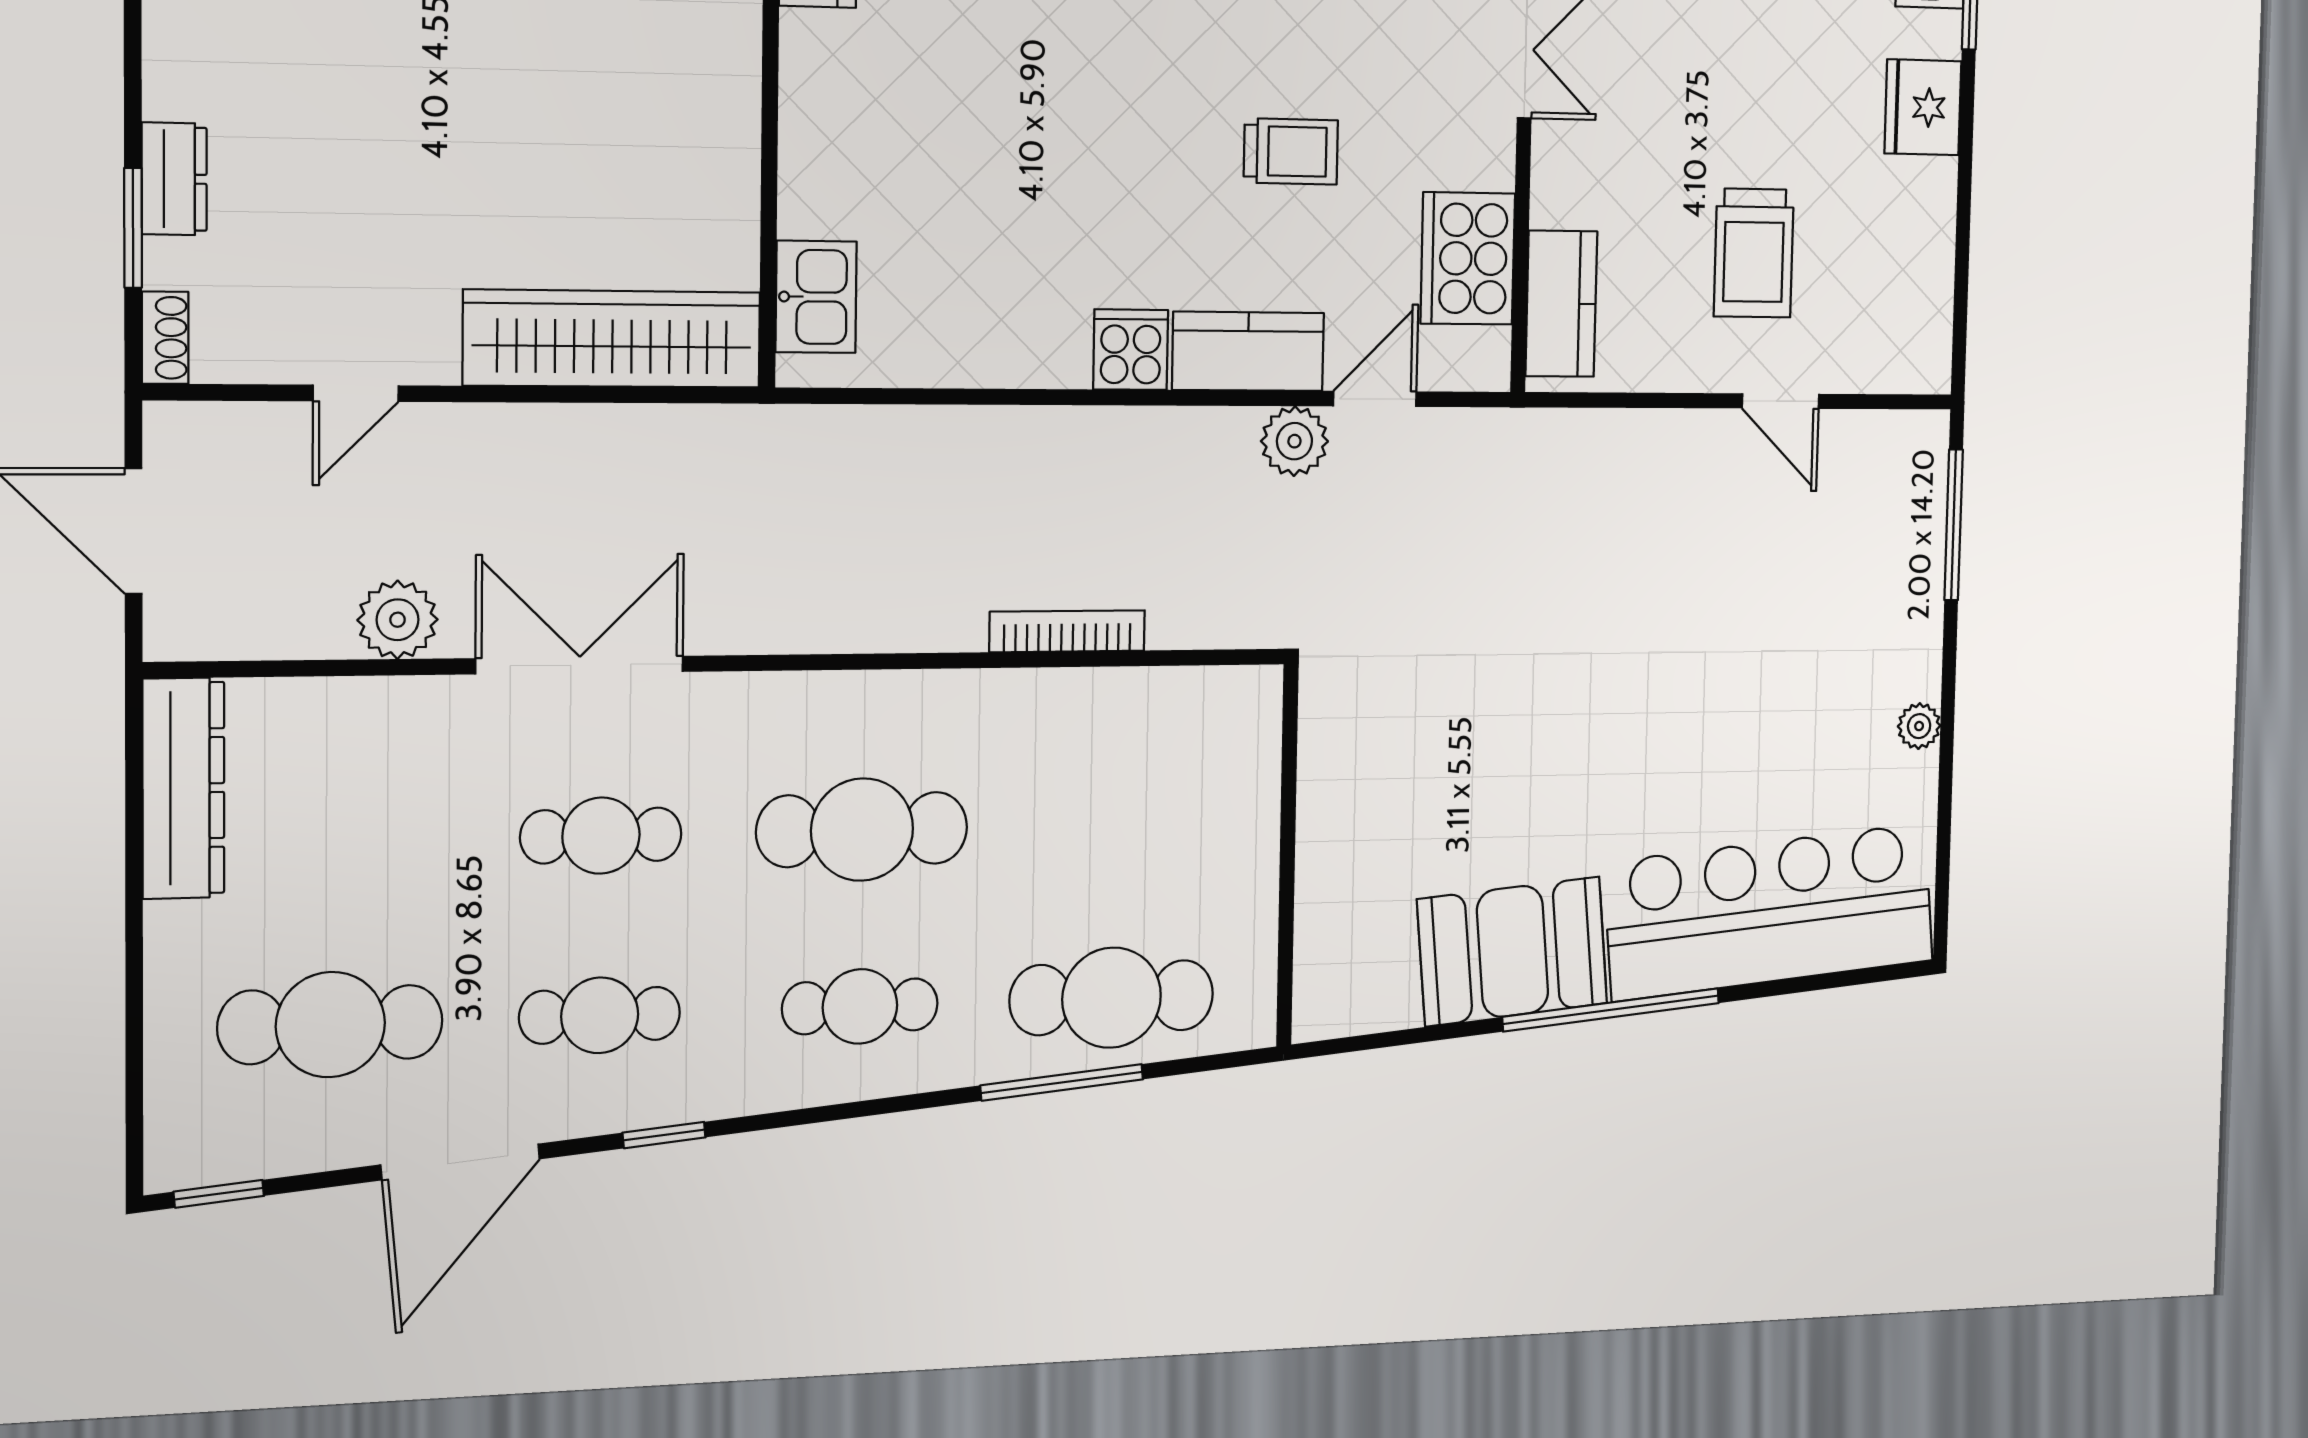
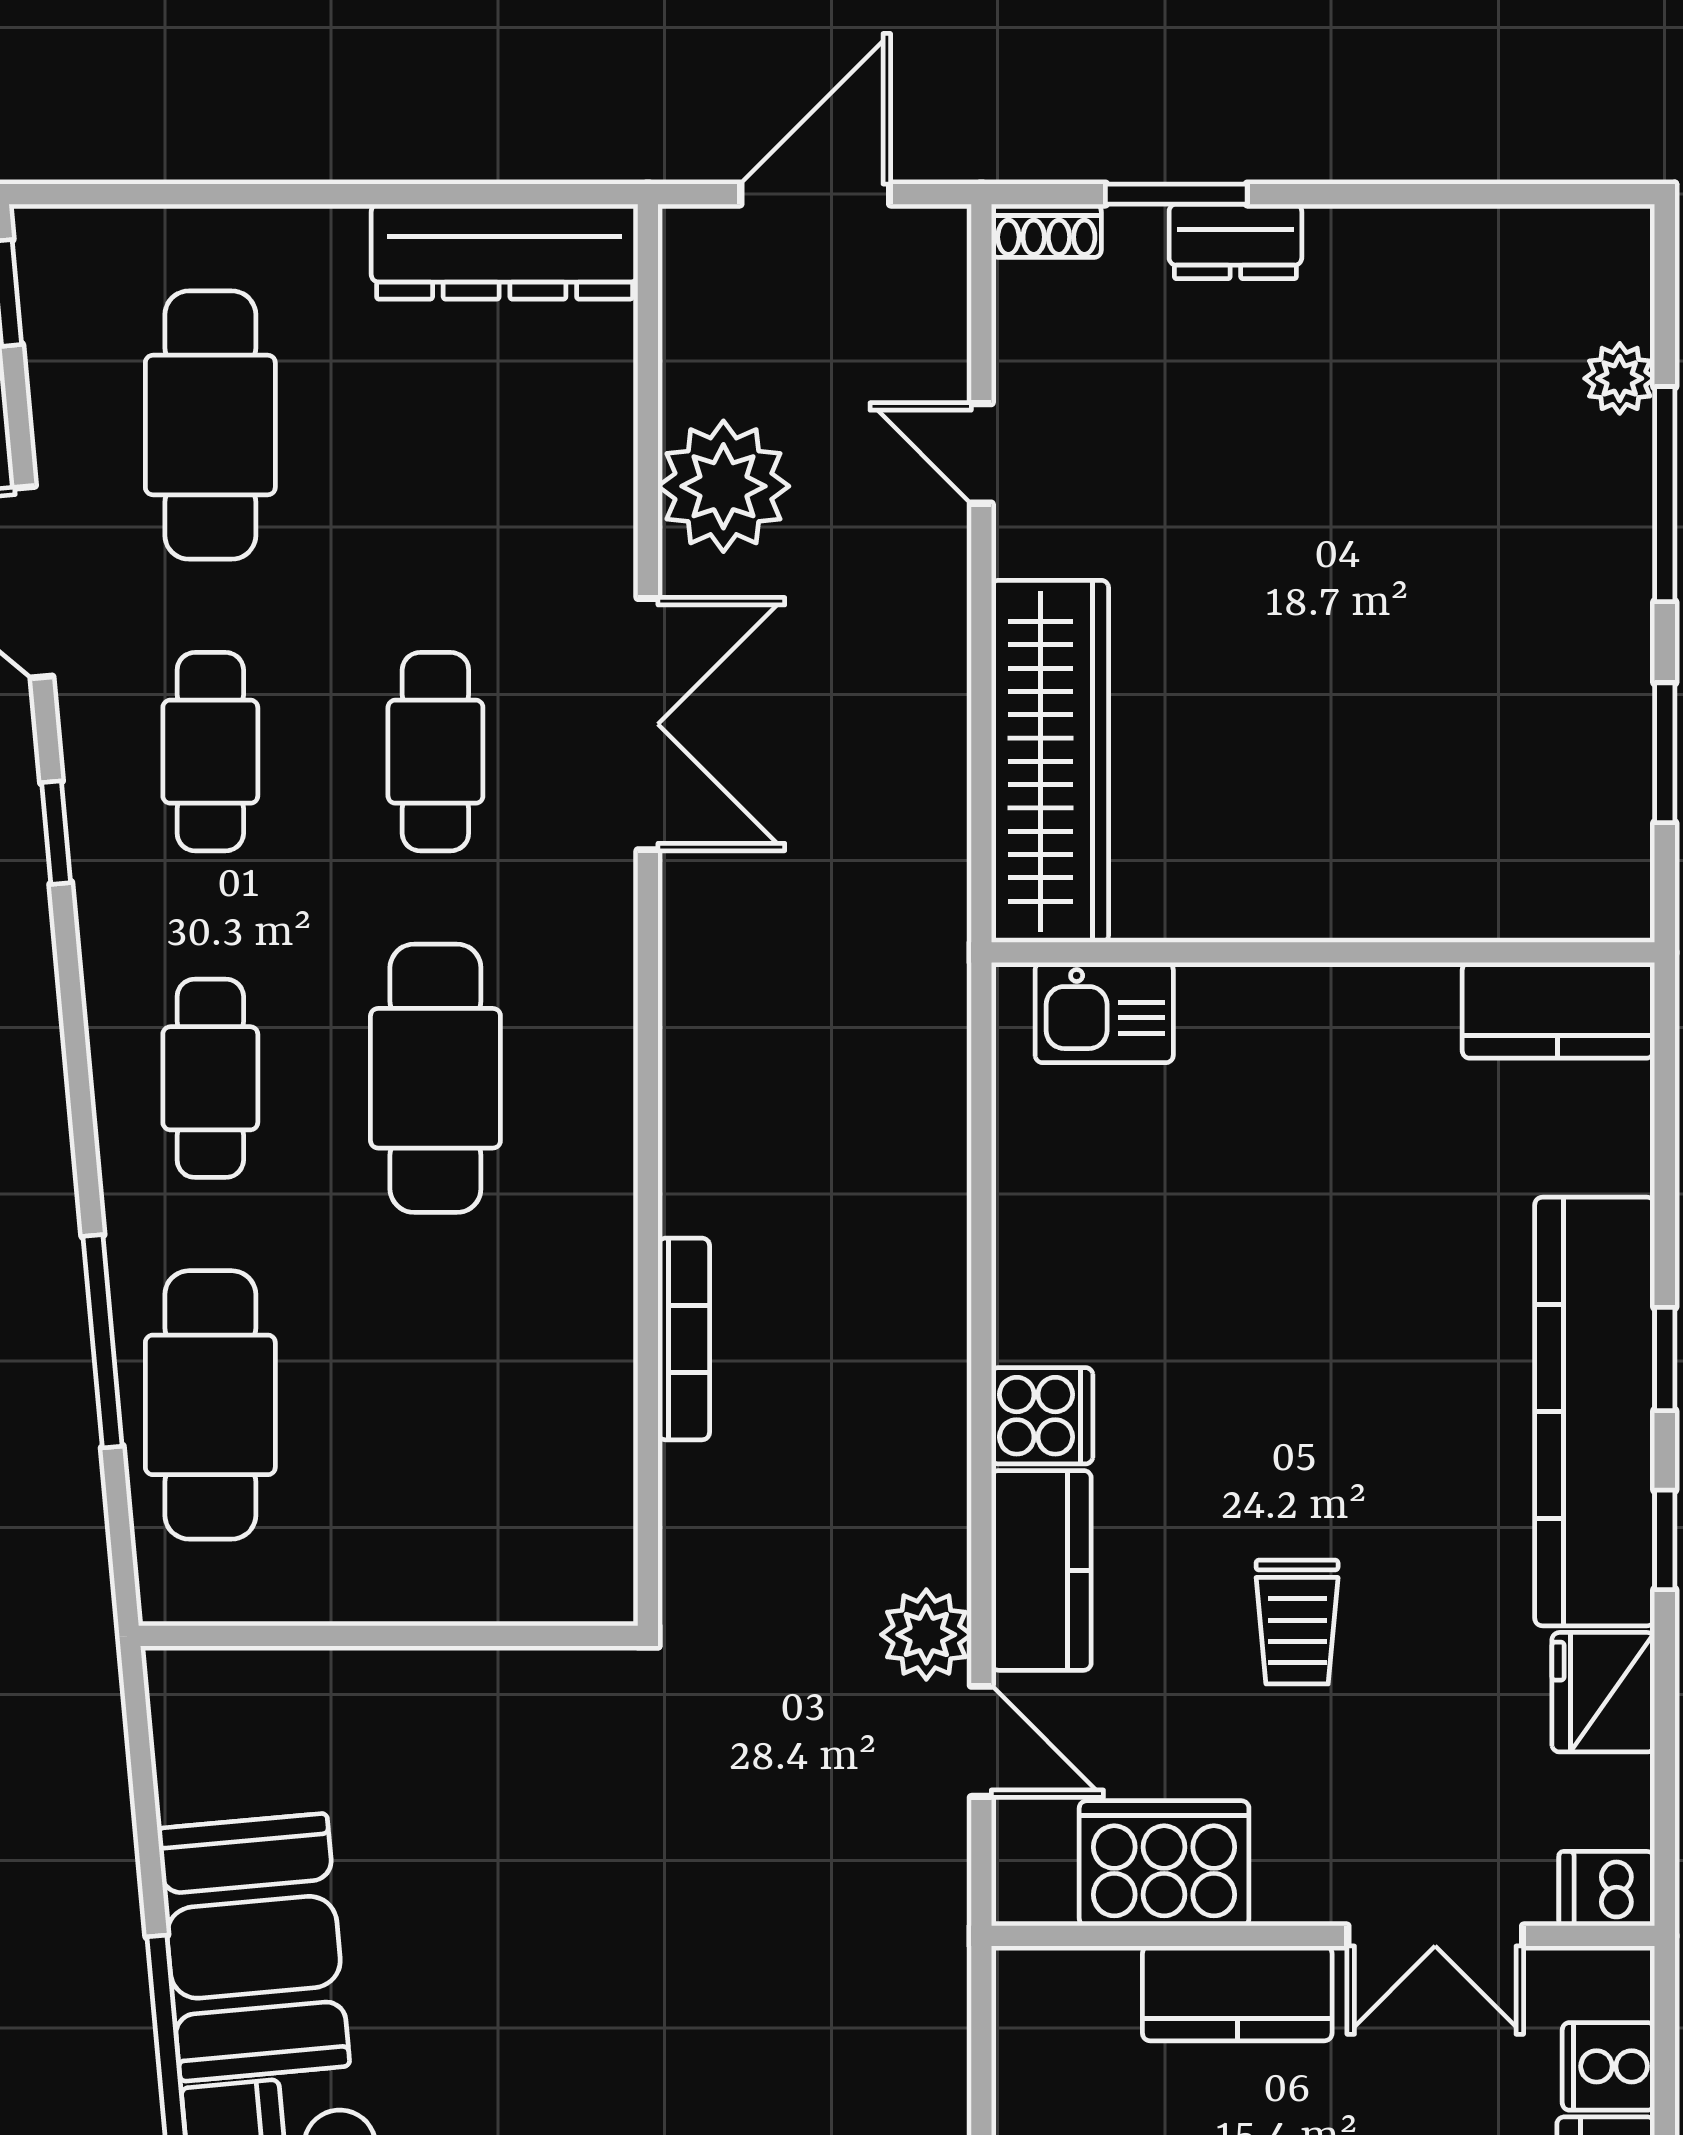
kitchen counter: (1561, 304) -> (1237, 1993), moved
plant: (398, 620) -> (723, 486), width x1.36, depth x1.36

